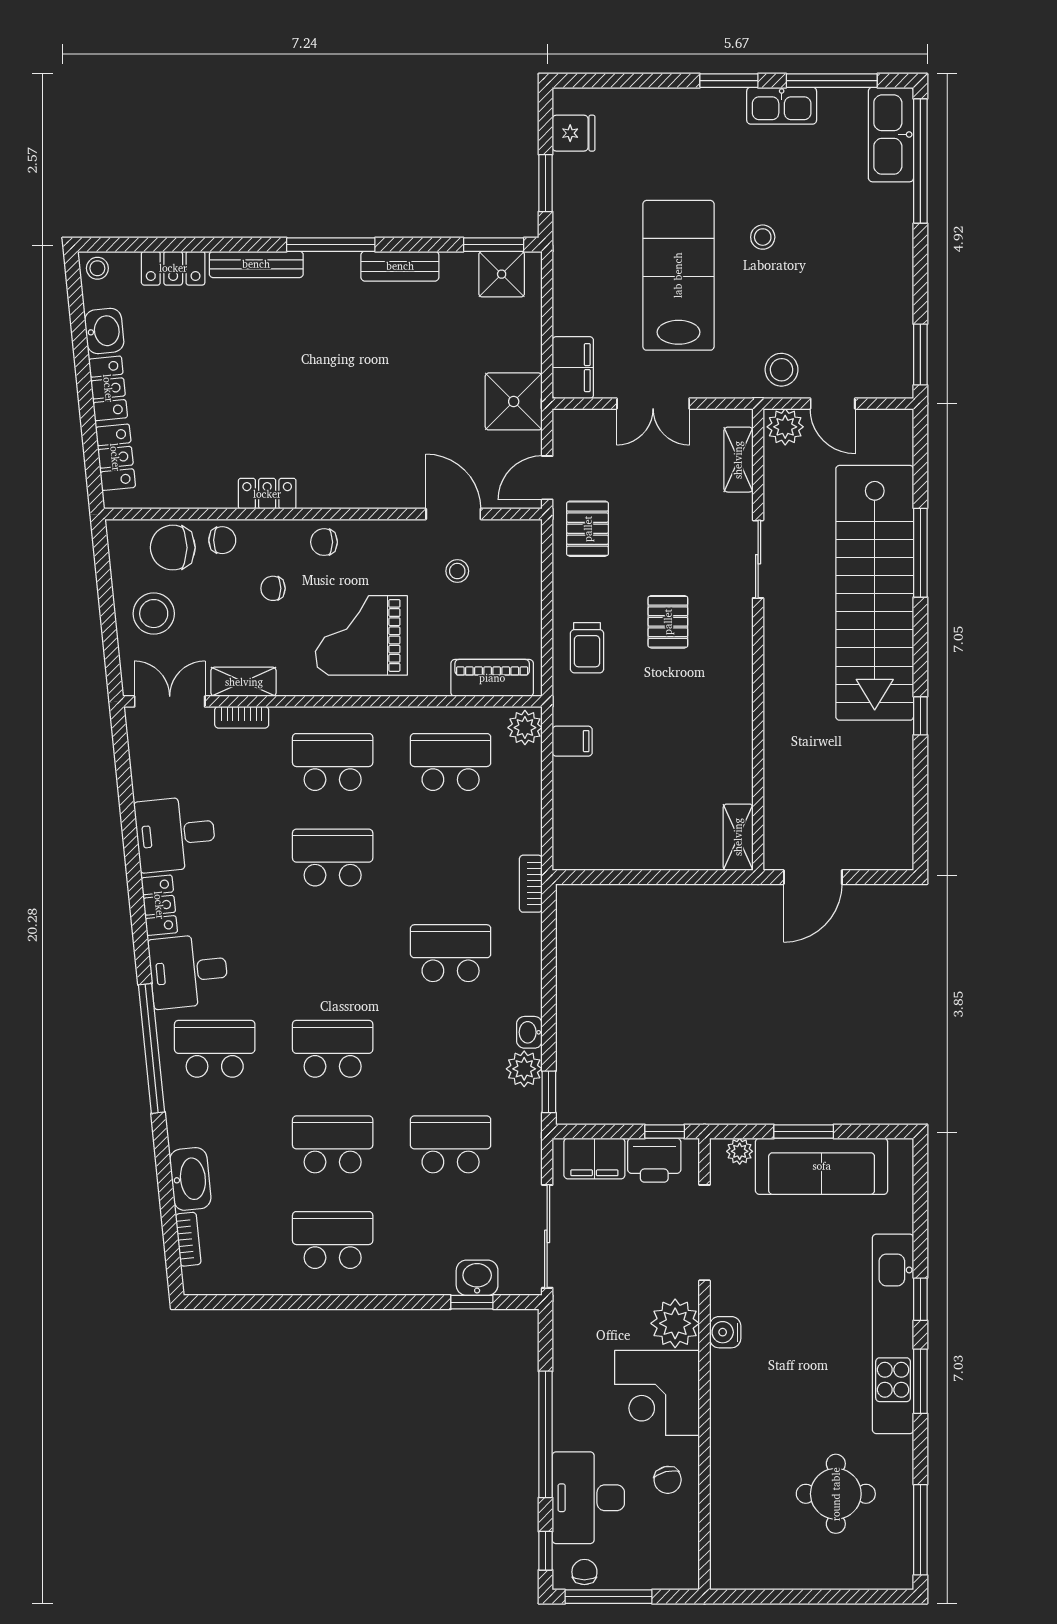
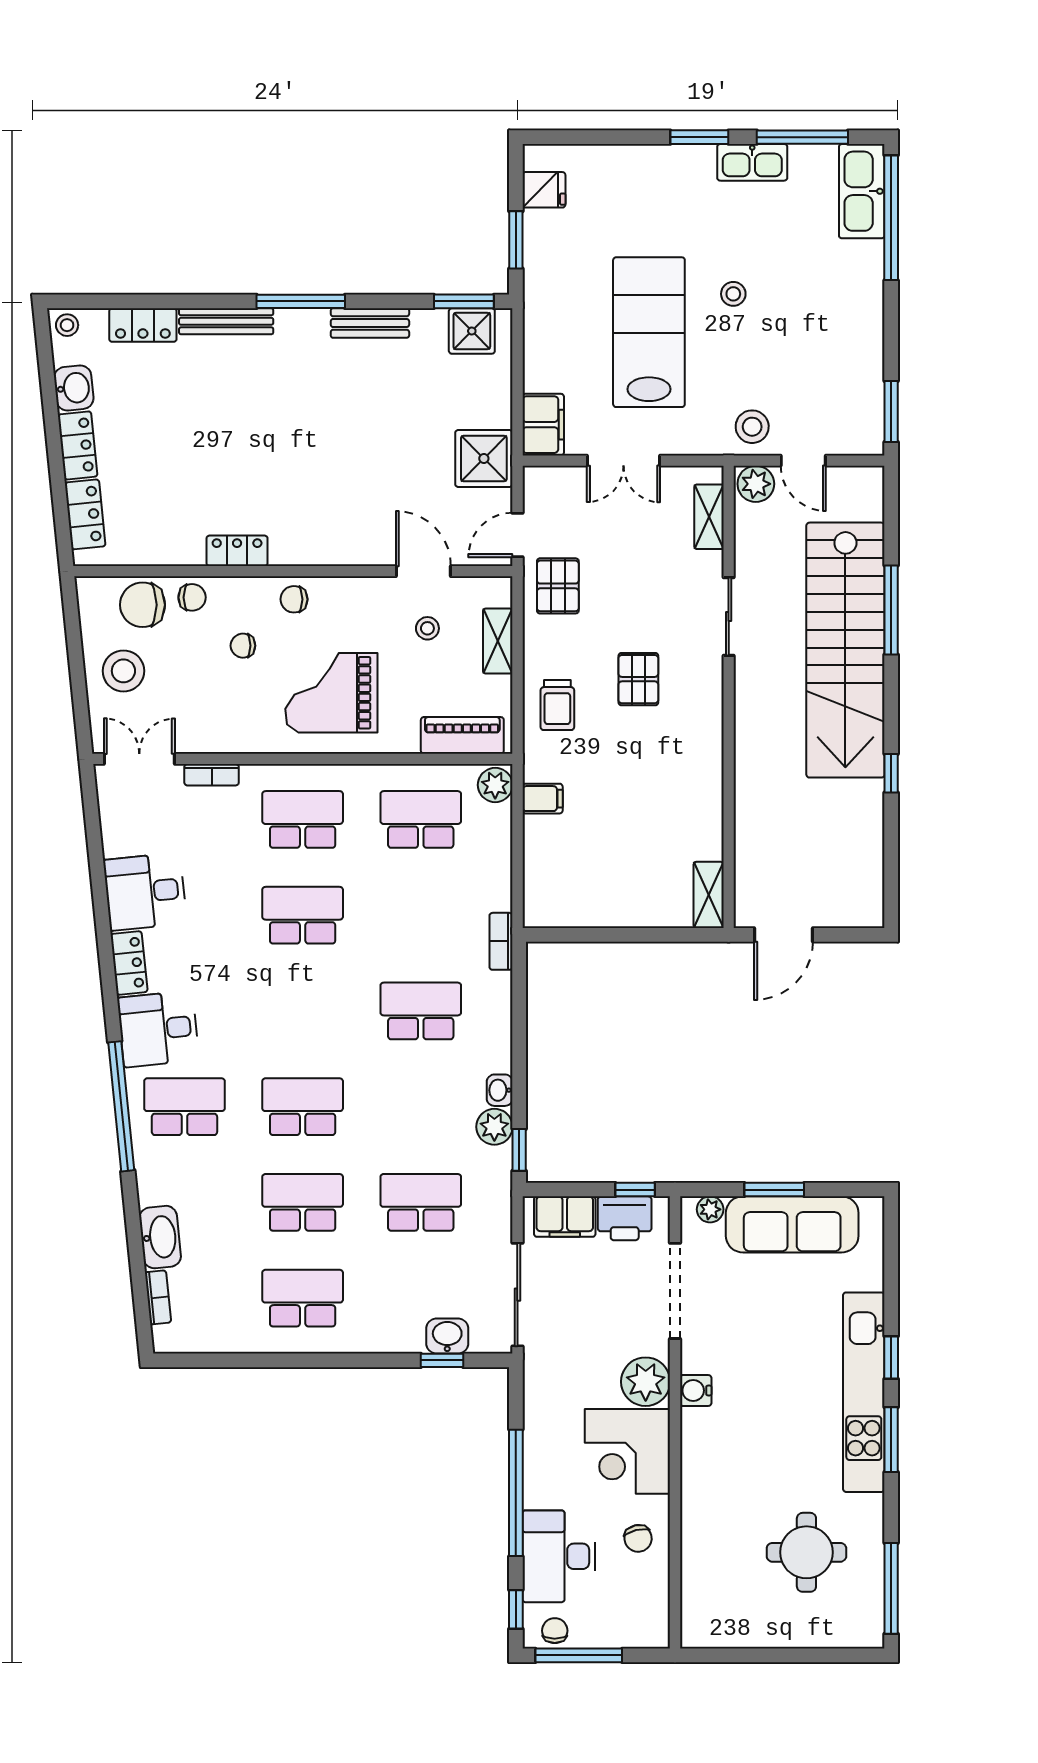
shelving: (244, 682) -> (498, 641), moved, turned 90

